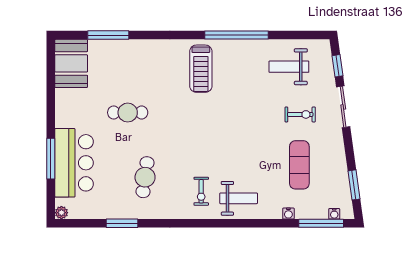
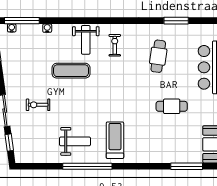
weight bench: (289, 67) -> (75, 141), moved
exercise mat: (299, 165) -> (71, 71), moved, turned 90
weight bench: (239, 198) -> (86, 40), turned -90

